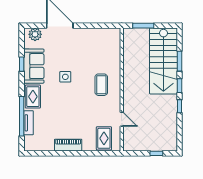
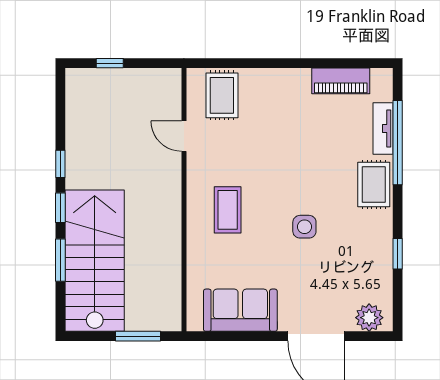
sofa: (34, 66) -> (240, 310), moved, turned 90
piano: (68, 145) -> (341, 81), moved

